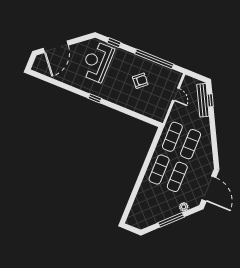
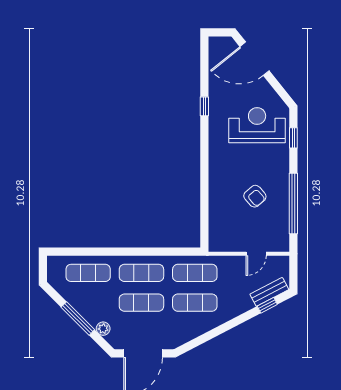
window: (95, 98) -> (204, 106), moved
bench: (203, 100) -> (269, 292), width x0.73
exercise mat: (146, 202) -> (88, 273), added

